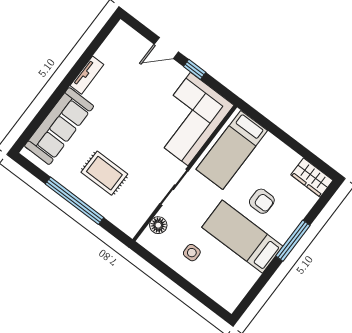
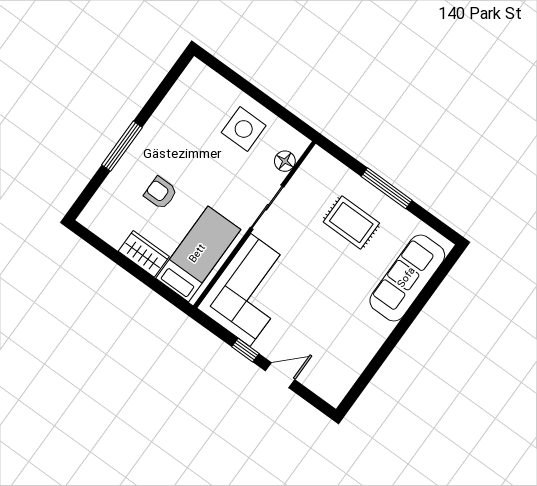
tv unit: (87, 75) -> (375, 340), removed
wardrobe: (312, 178) -> (144, 254), moved
window: (75, 201) -> (387, 188), width x0.68
bed: (242, 237) -> (183, 150), removed
side table: (192, 253) -> (244, 129), width x1.87, depth x1.87

